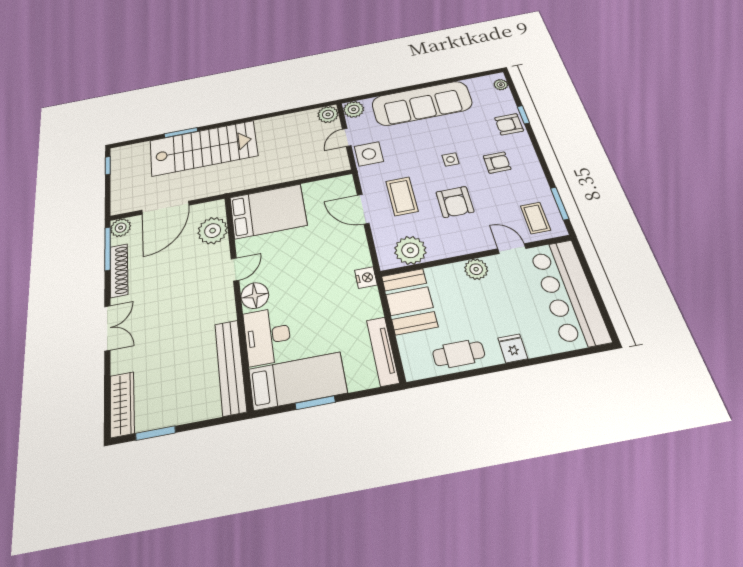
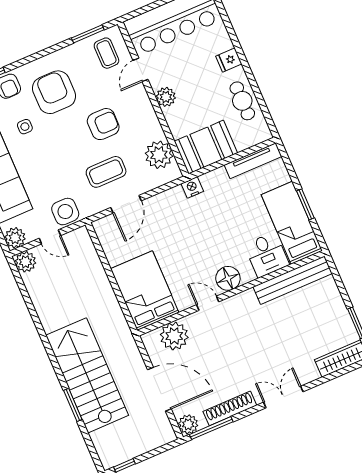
side table: (451, 159) -> (25, 127), moved
armchair: (497, 163) -> (54, 92), width x1.88, depth x1.88
coffee table: (535, 218) -> (106, 53), turned 90
desk: (267, 336) -> (267, 255), width x0.73

